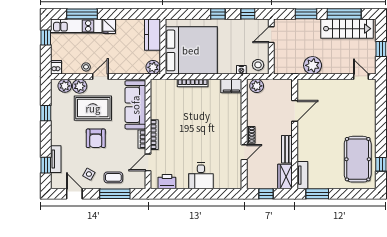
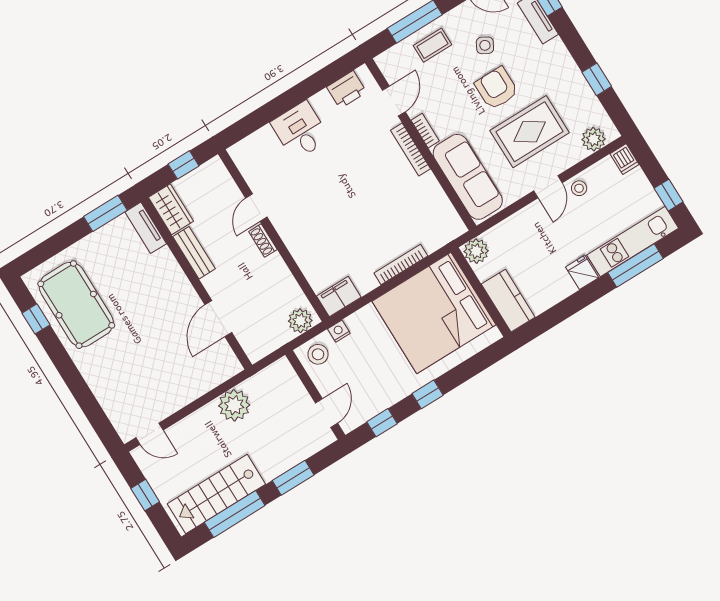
plant: (80, 86) -> (571, 152), removed
side table: (89, 174) -> (485, 45), moved

